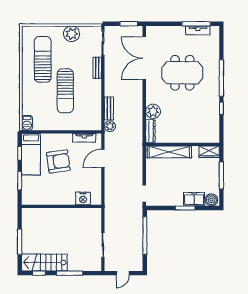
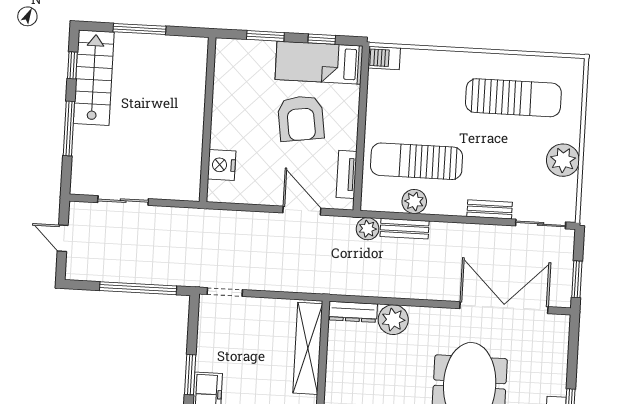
sun lounger: (65, 91) -> (417, 161), moved
plant: (95, 104) -> (414, 201), added

